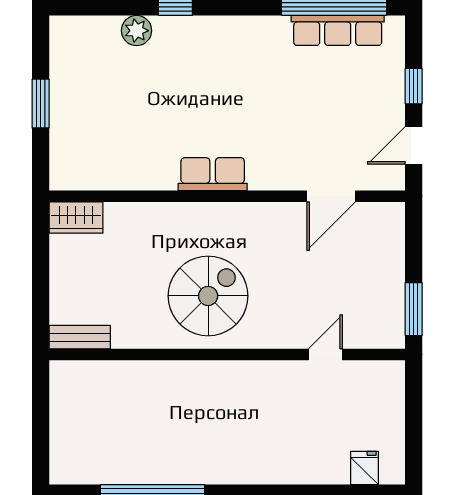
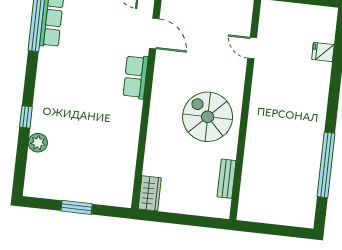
row of seats: (213, 174) -> (135, 77), moved
bench: (80, 337) -> (227, 179), moved
fridge: (364, 468) -> (323, 52), moved

